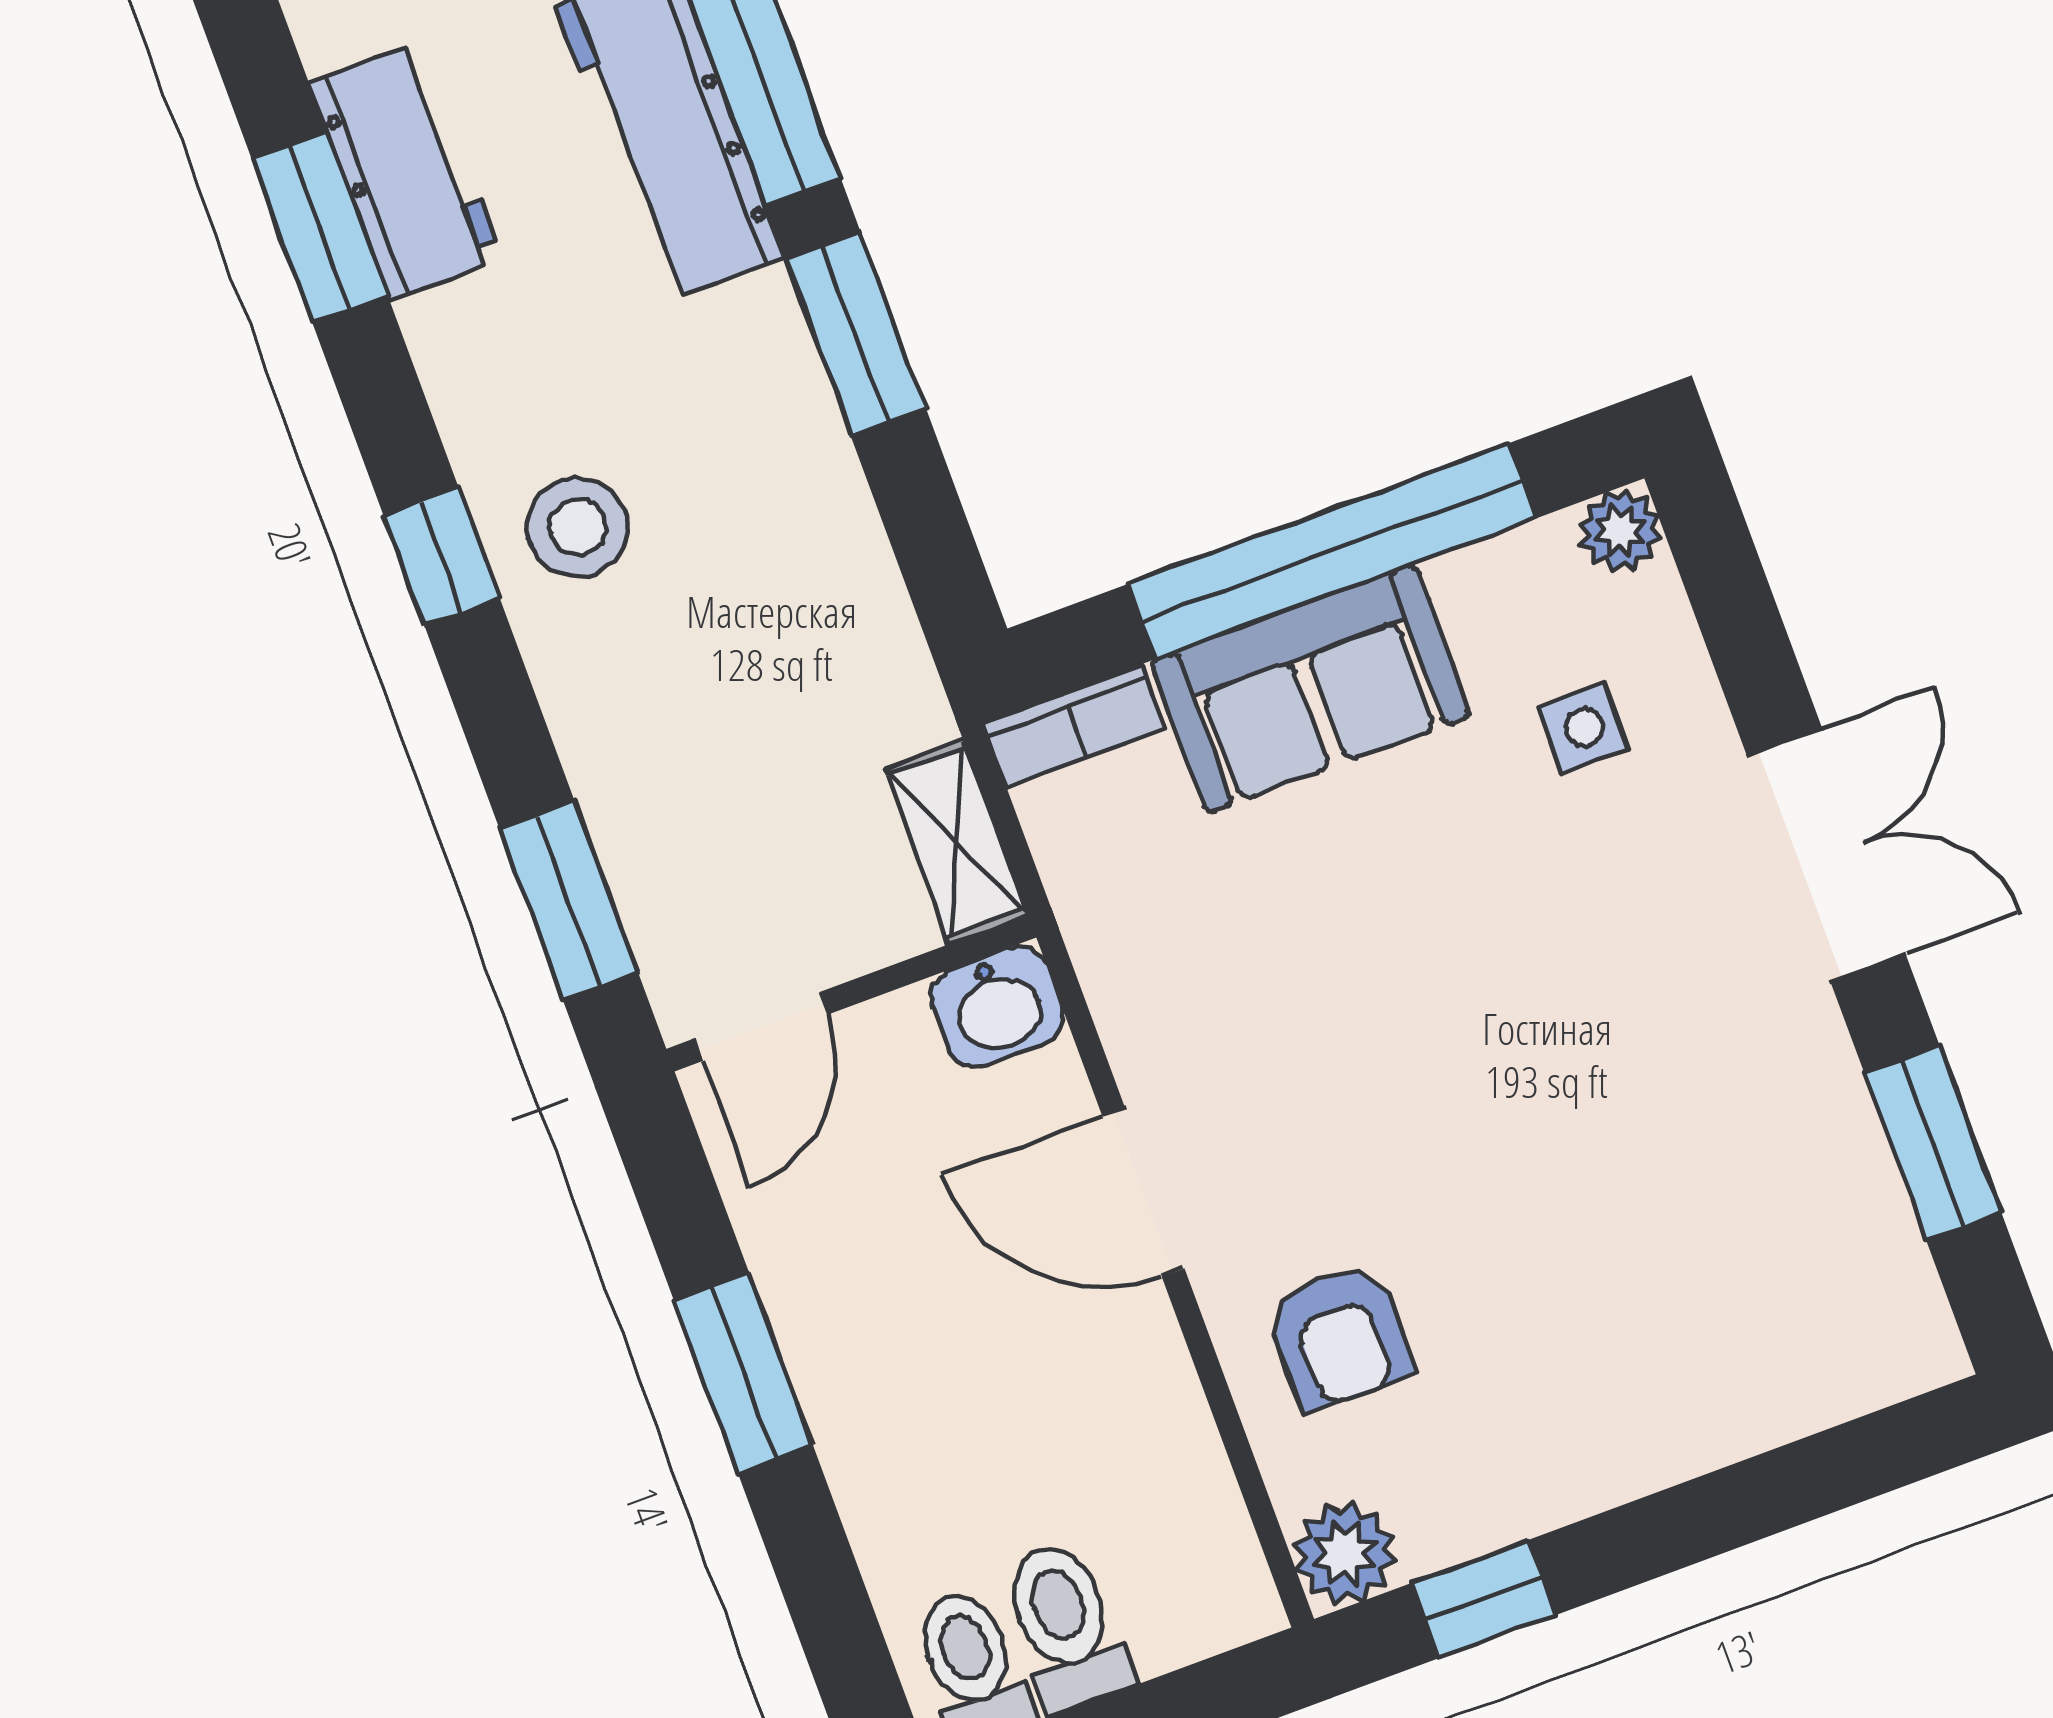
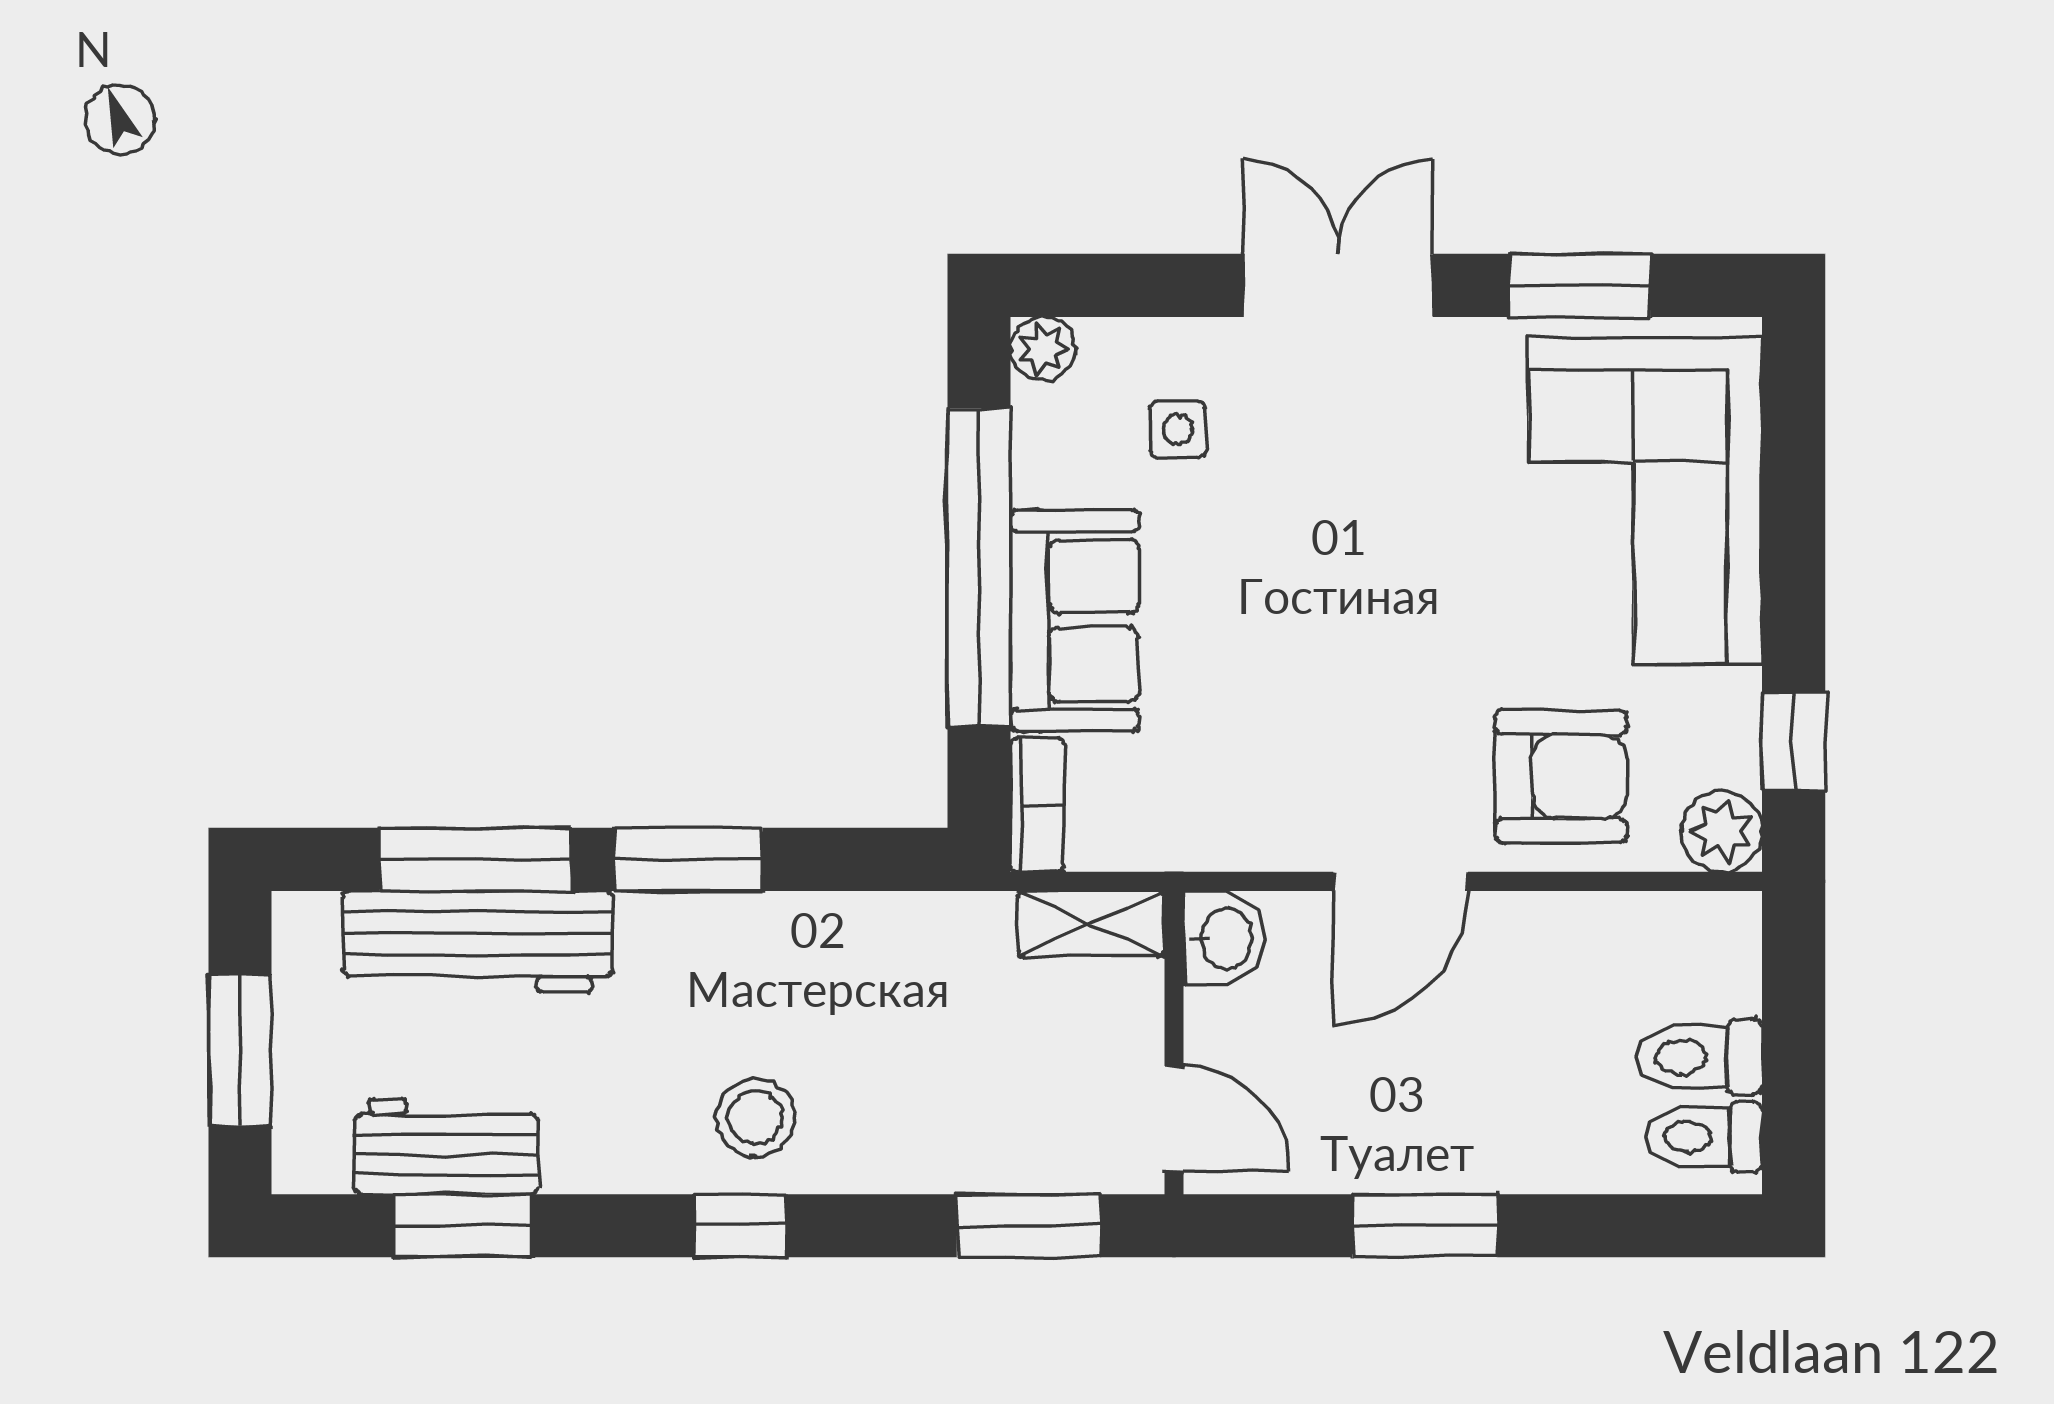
corner sofa: (1705, 1316) -> (1645, 501), added
armchair: (1339, 1337) -> (1561, 776), width x1.38, depth x1.38

